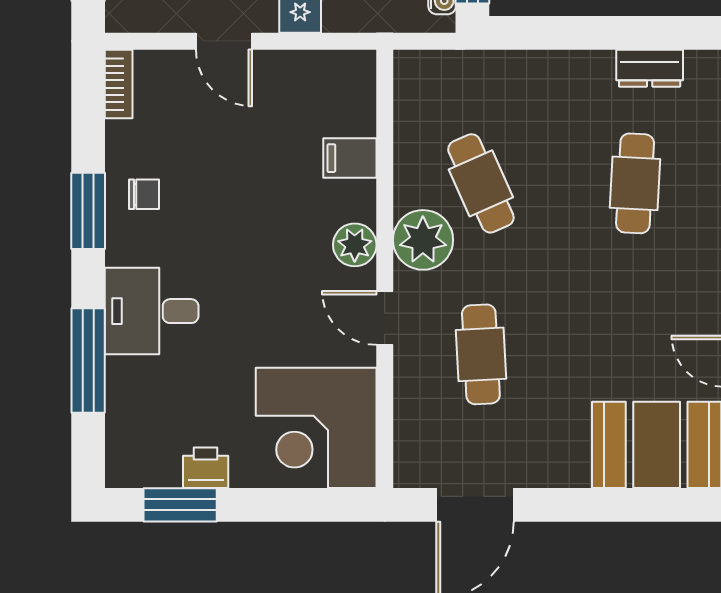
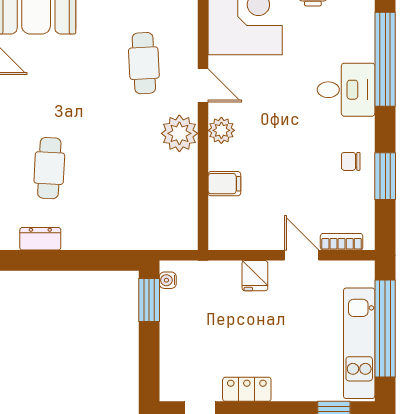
bookcase: (119, 84) -> (342, 242), moved, turned 90
cafe table: (481, 183) -> (144, 168), removed
window: (88, 211) -> (385, 176), moved
window: (88, 360) -> (385, 59), width x1.46

